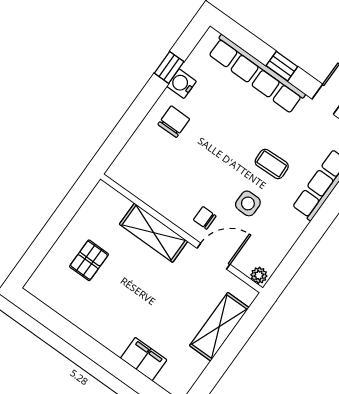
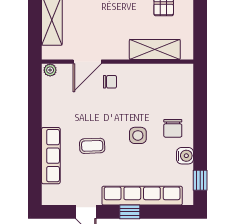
window: (169, 67) -> (200, 180), moved
side table: (248, 203) -> (138, 135), moved
shelving: (154, 233) -> (155, 49), moved

